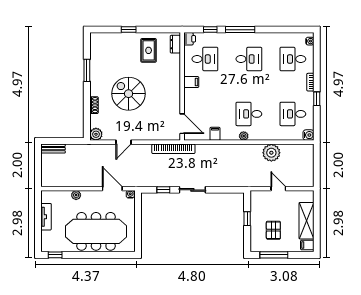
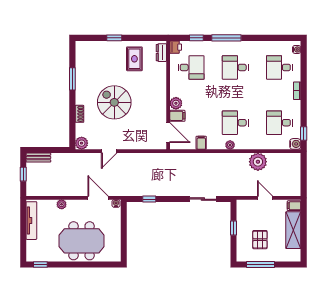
desk: (249, 59) -> (235, 67), turned 180
filing cabinet: (191, 82) -> (177, 116), moved
plant: (190, 95) -> (176, 103), added
window: (317, 99) -> (304, 134), moved
bookcase: (173, 149) -> (159, 158), removed
window: (38, 165) -> (23, 174), added
sliding door: (192, 190) -> (203, 199), moved
tv unit: (46, 217) -> (31, 221), width x1.41
meeting table: (96, 231) -> (82, 241), width x0.73
filing cabinet: (307, 245) -> (294, 206), moved

